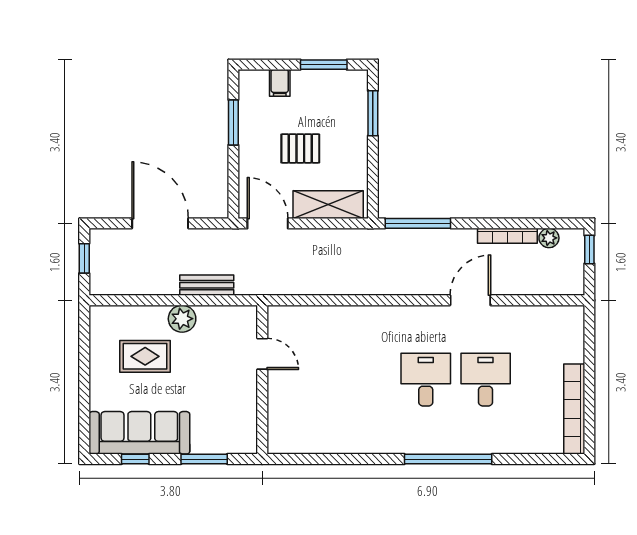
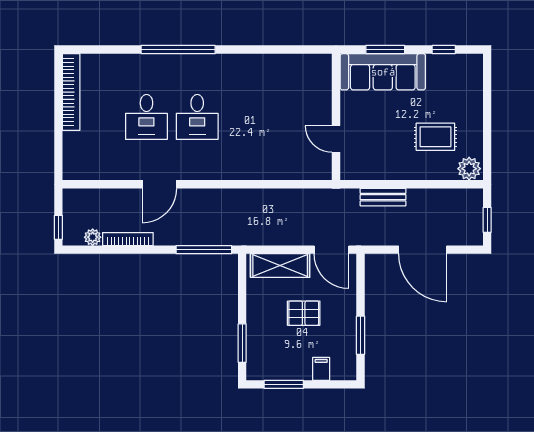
plant: (182, 319) -> (469, 169), moved
sofa: (139, 433) -> (383, 72), moved

